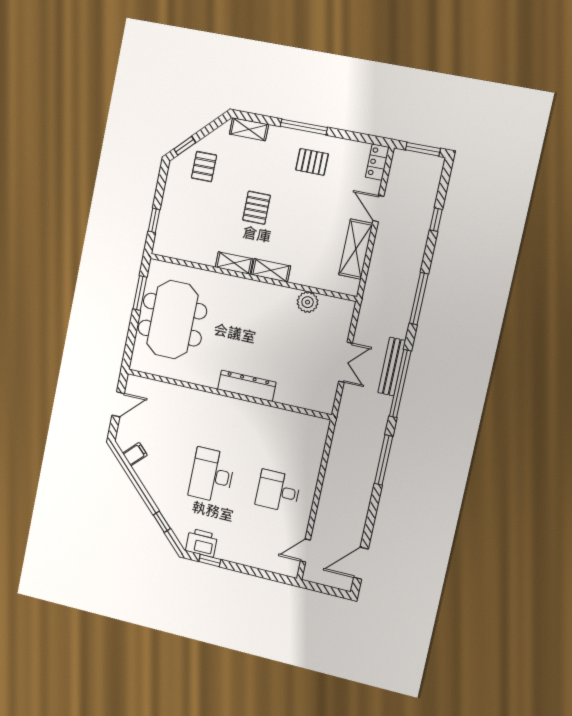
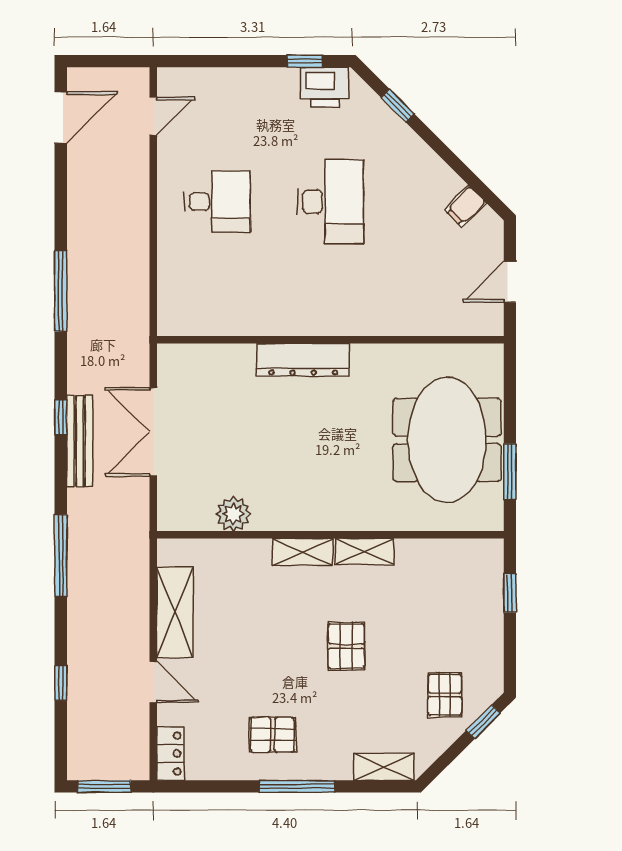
double door: (346, 362) -> (153, 432), width x1.37
window: (400, 384) -> (61, 417), width x0.32

